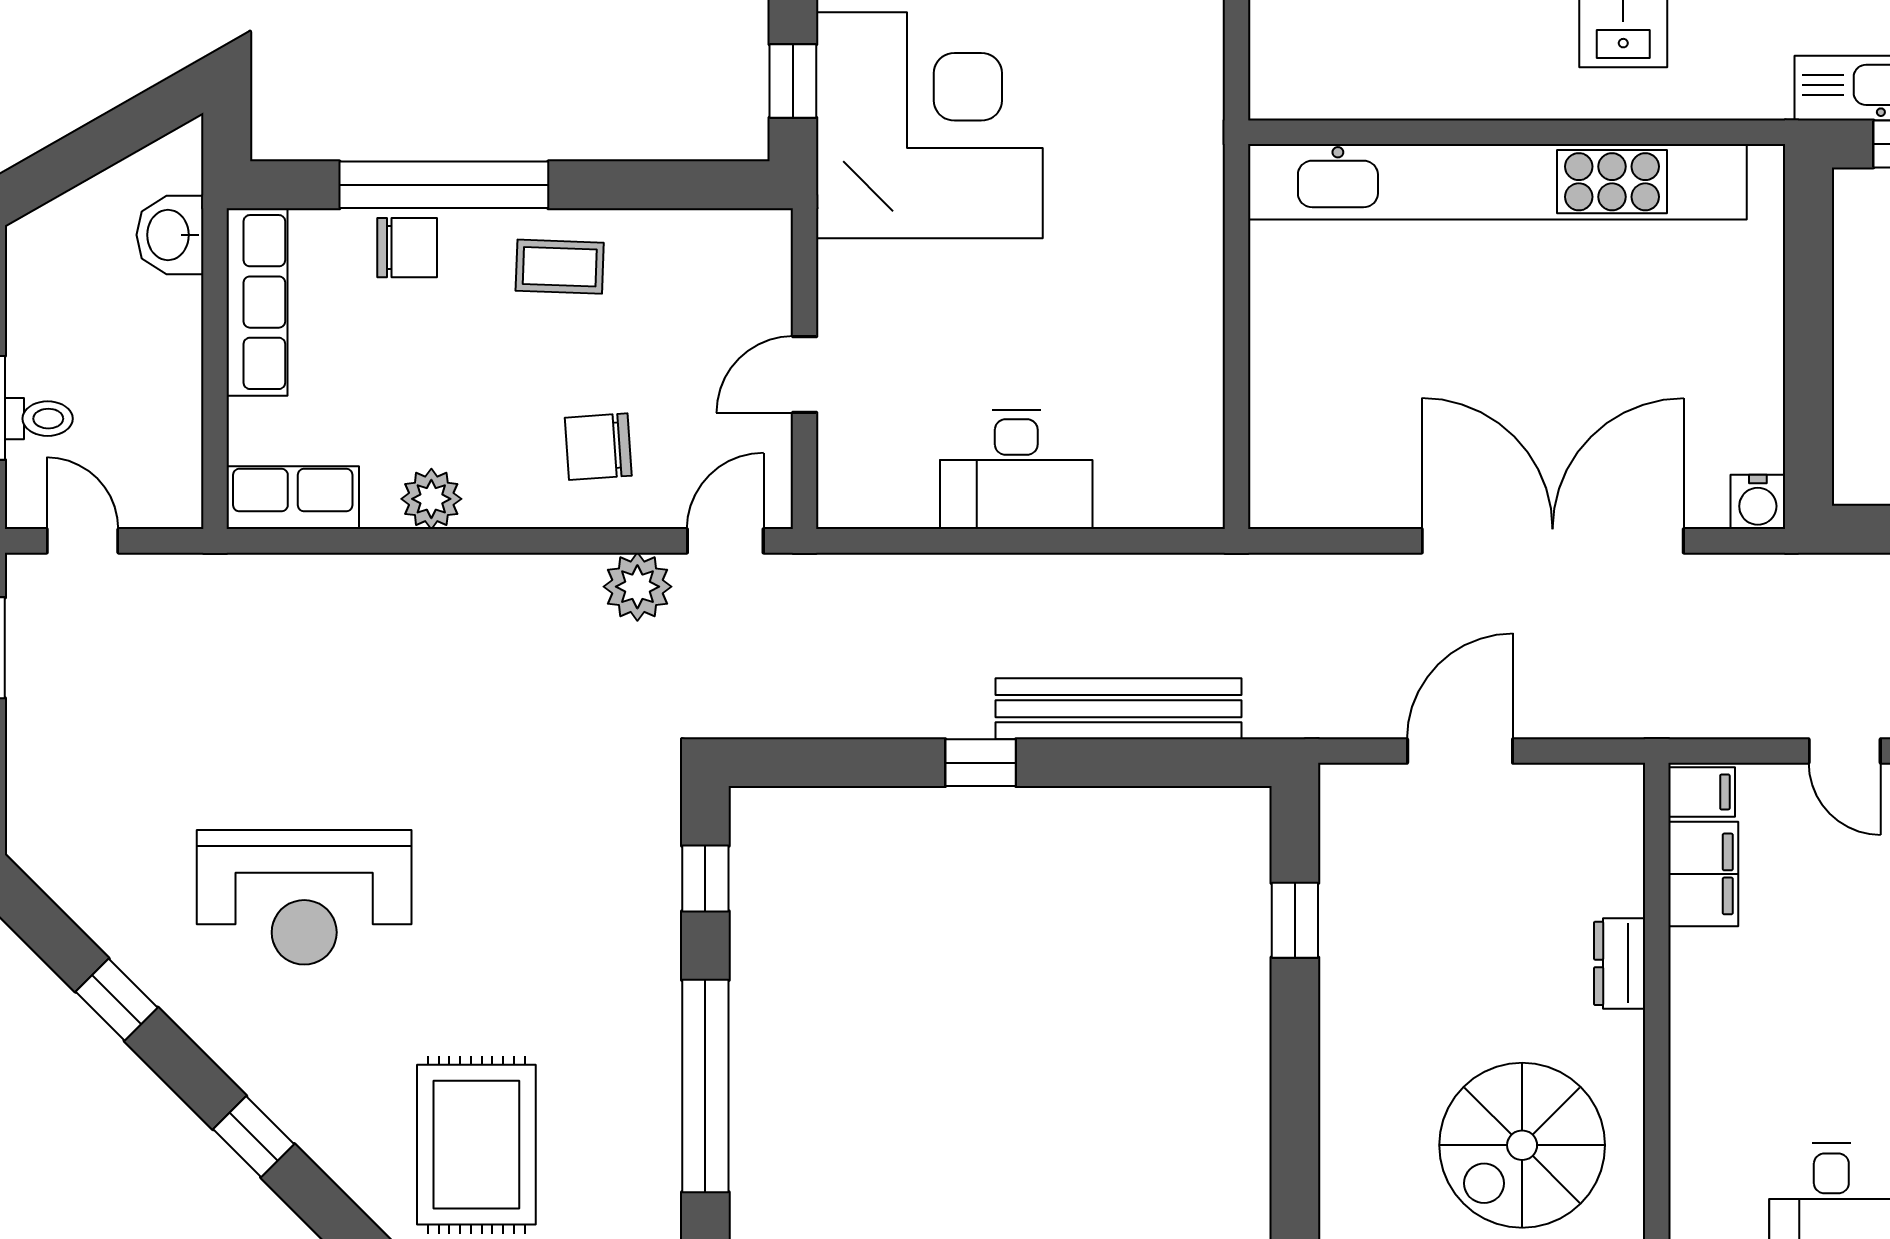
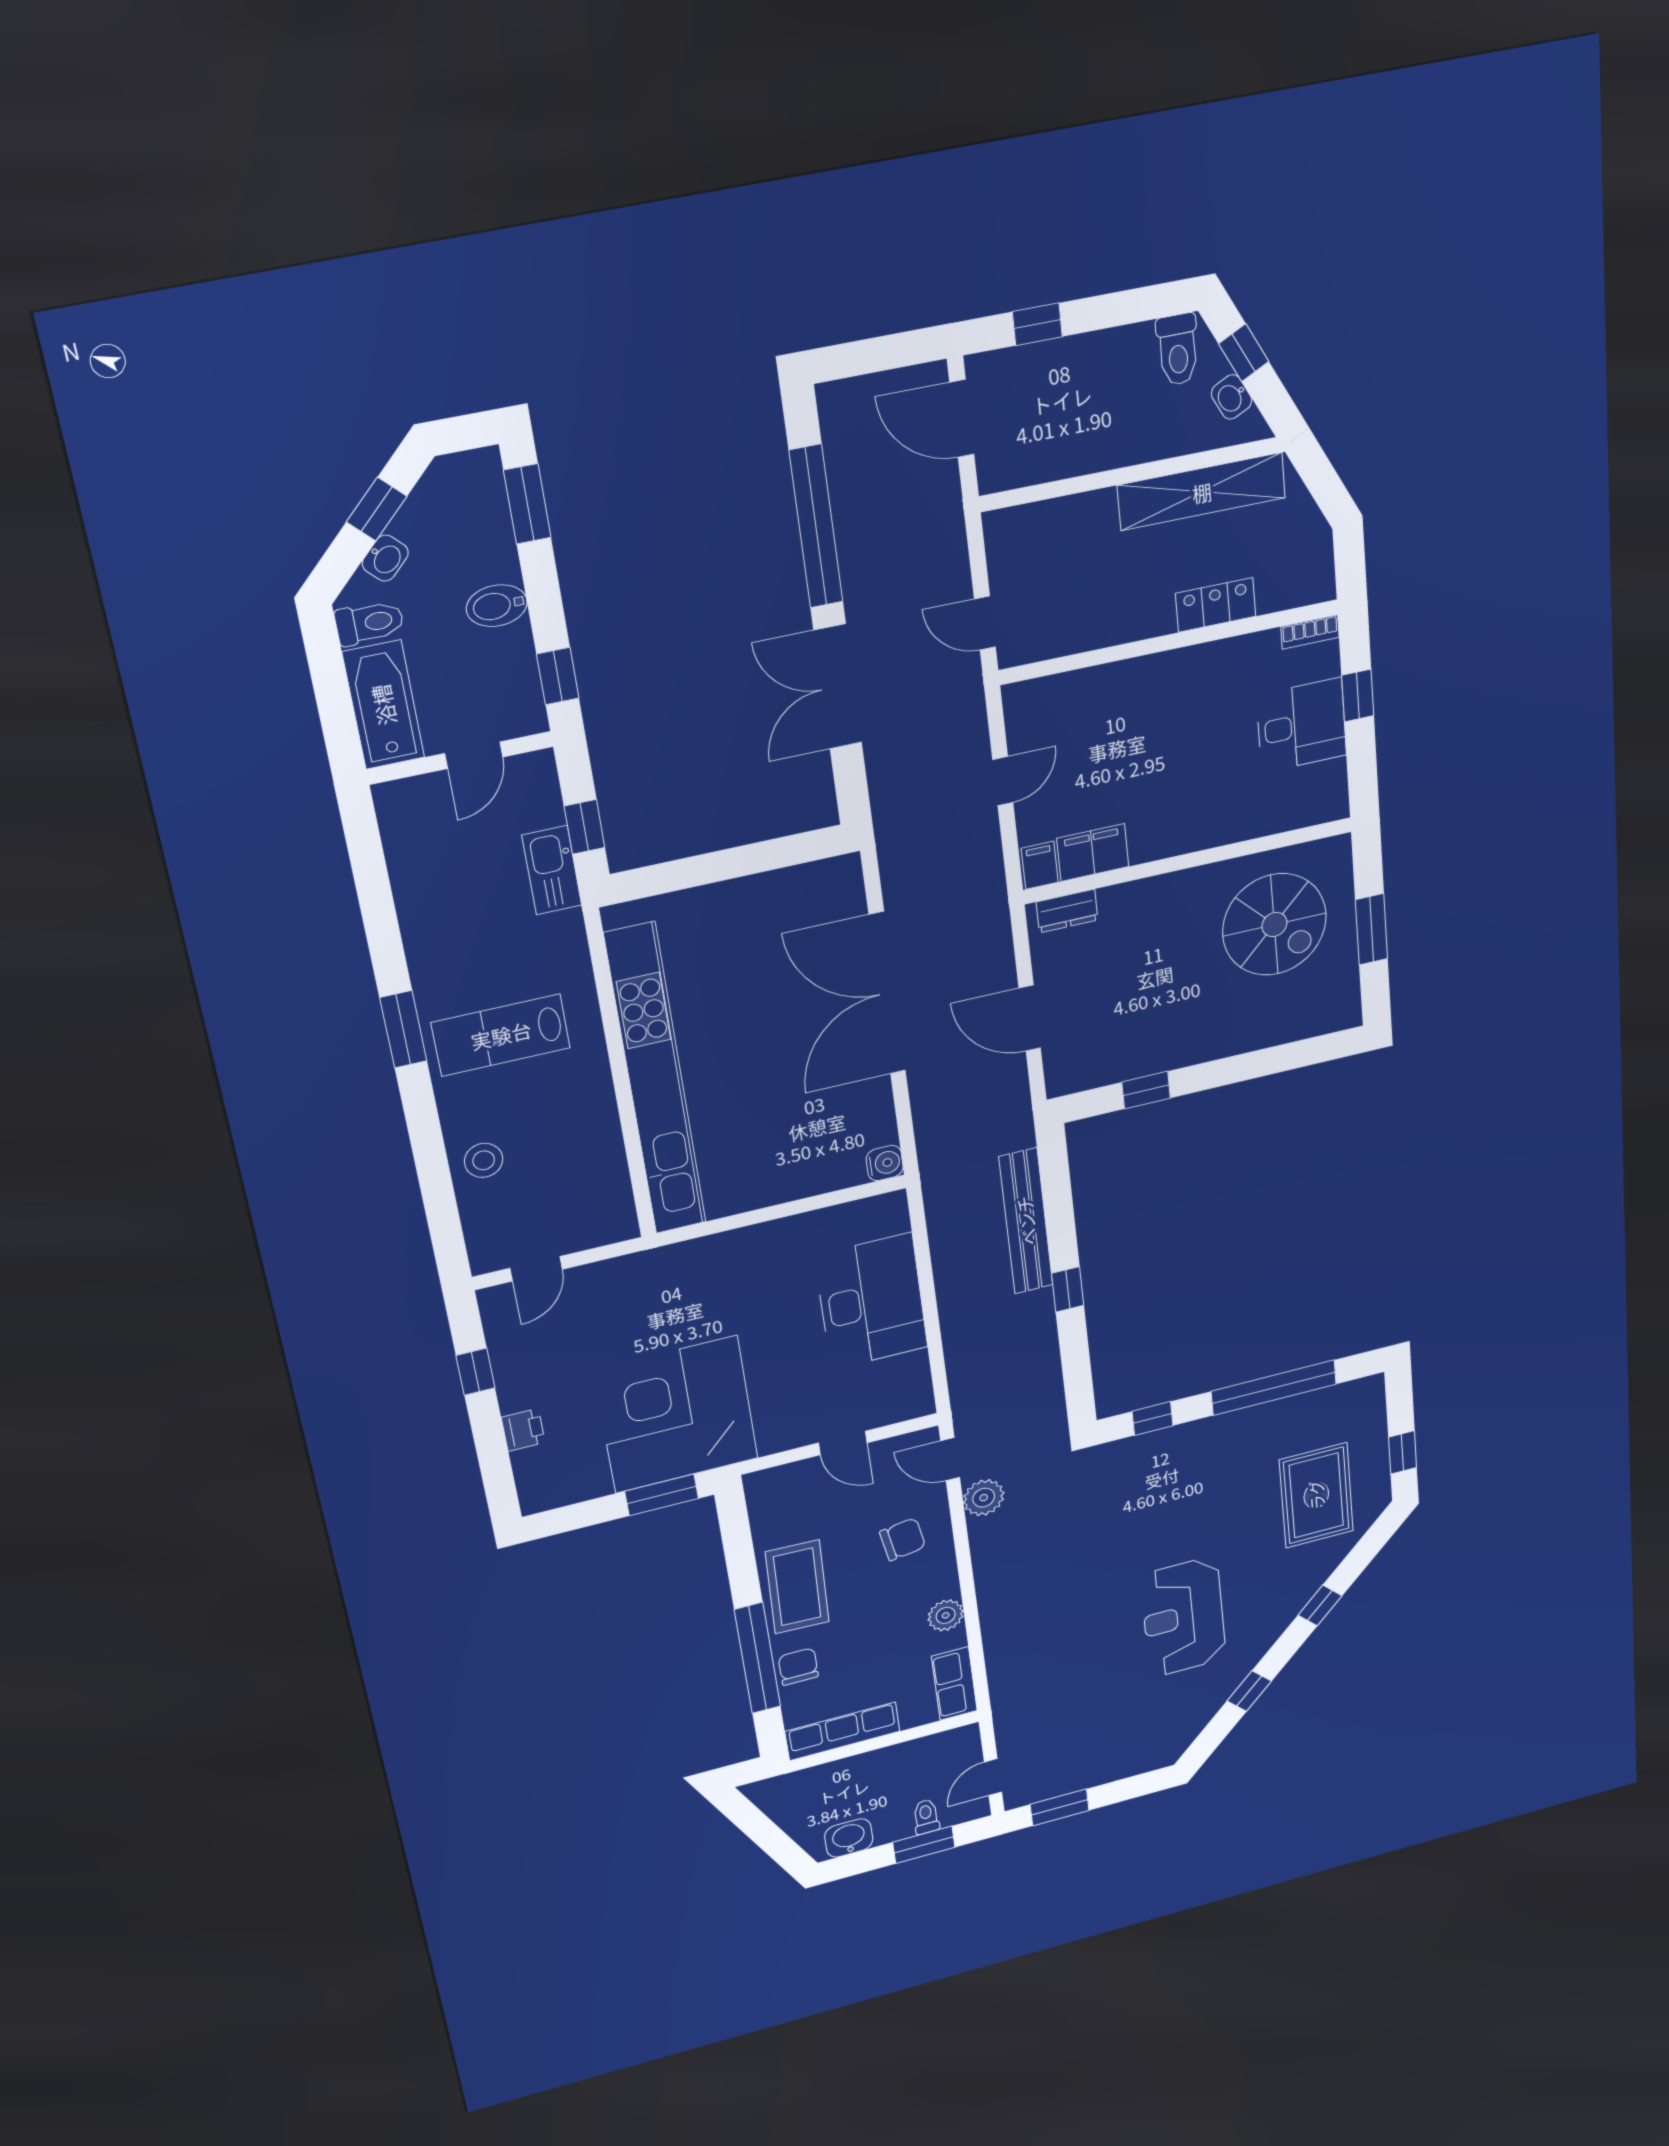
window: (793, 81) -> (662, 1495), width x1.50
washbasin: (170, 235) -> (849, 1838), moved, turned 180
coffee table: (560, 267) -> (797, 1587), width x1.86, depth x1.72
chair: (598, 447) -> (903, 1539), turned -95
desk: (1016, 469) -> (871, 1301), width x1.36, depth x1.30
water cooler: (1758, 502) -> (885, 1163), moved
reception desk: (304, 897) -> (1183, 1617), turned 180
dresser: (1620, 963) -> (1067, 911), moved
rug: (476, 1145) -> (1316, 1495), turned 90

